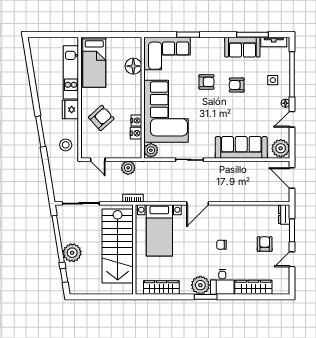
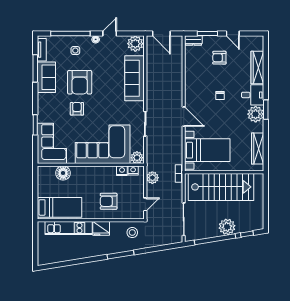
armchair: (237, 85) -> (80, 82), width x1.88, depth x1.88
armchair: (101, 118) -> (109, 201), turned -48
door: (292, 119) -> (110, 34), swing flipped
nightstand: (136, 121) -> (133, 170), moved
door: (292, 178) -> (161, 34), hinge flipped

